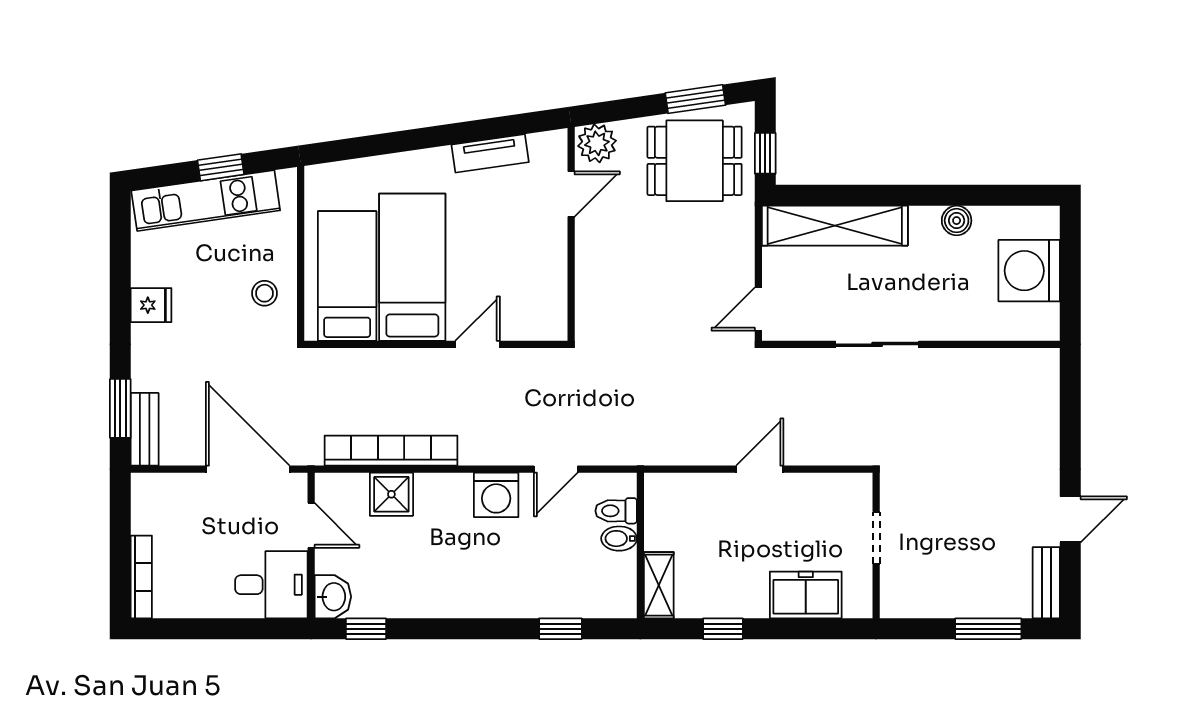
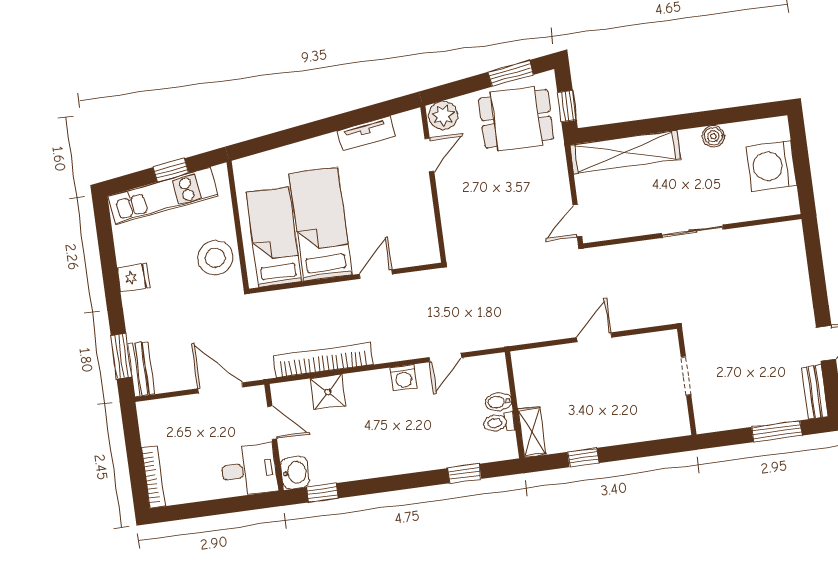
stool: (264, 293) -> (215, 258), width x1.89, depth x1.89
sliding door: (877, 344) -> (693, 231), moved
door: (248, 469) -> (220, 388), width x0.73
washing machine: (496, 495) -> (404, 378), width x0.73, depth x0.73
toilet: (616, 511) -> (499, 422), moved
freezer: (806, 595) -> (640, 425), removed

